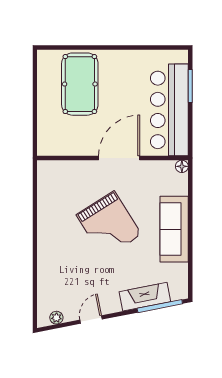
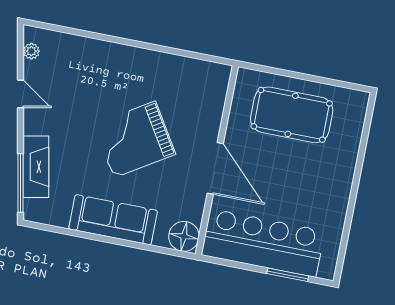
pool table: (80, 84) -> (292, 115), moved
floor lamp: (182, 166) -> (184, 236), width x1.89, depth x1.89

